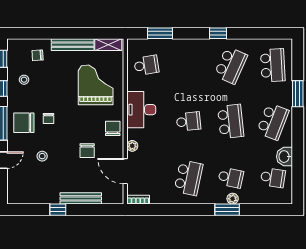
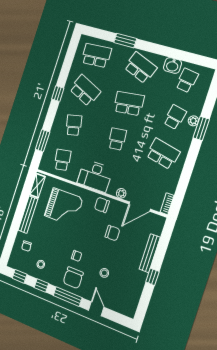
school desk: (188, 65) -> (74, 125), added
grand piano: (96, 85) -> (64, 207), turned 180

